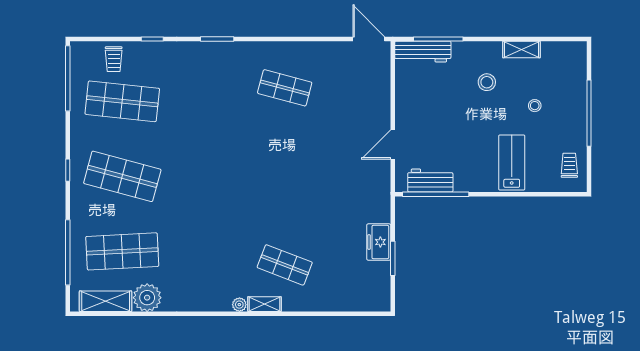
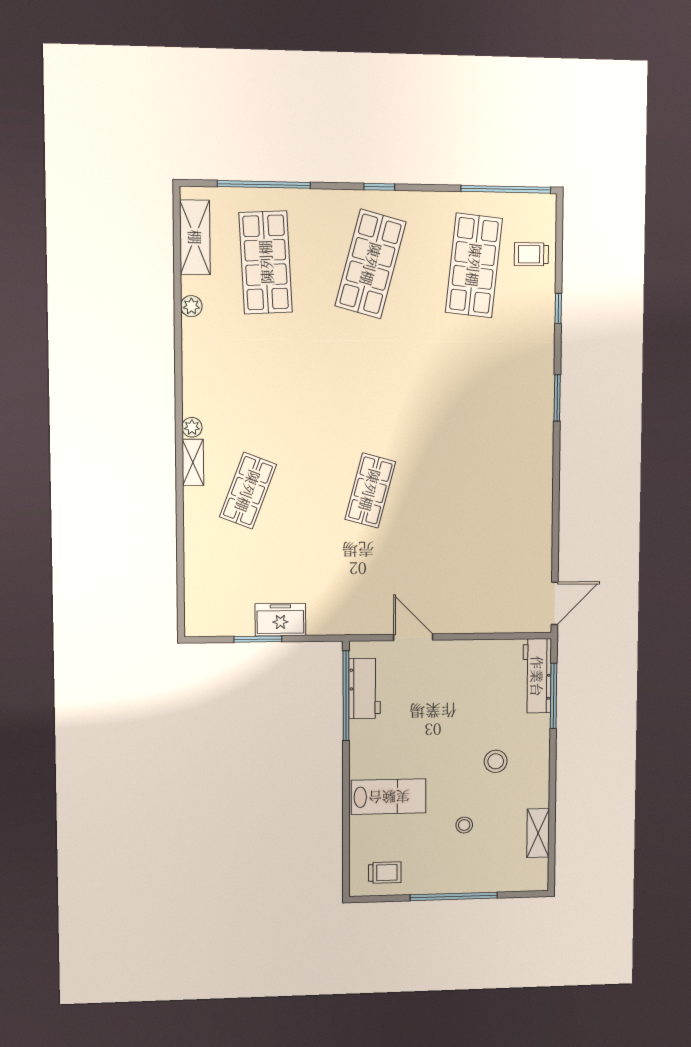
shelving: (521, 49) -> (538, 833), moved
shop shelf: (285, 88) -> (370, 490), moved
plant: (147, 298) -> (191, 306), width x0.53, depth x0.53

